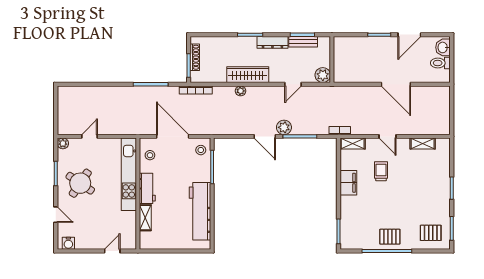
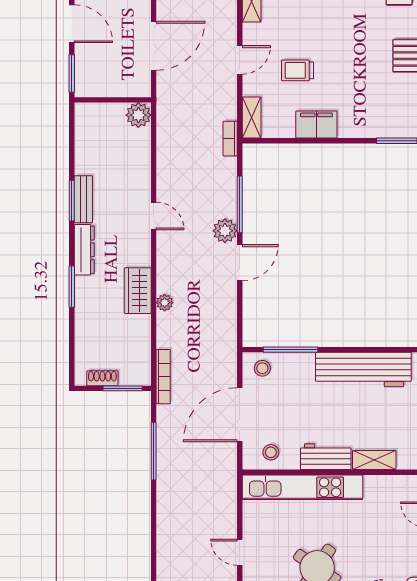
shoe rack: (195, 57) -> (102, 378), width x0.70
wall: (332, 59) -> (113, 100), moved
wardrobe: (248, 75) -> (138, 291), width x0.67
plant: (323, 75) -> (138, 115), moved

